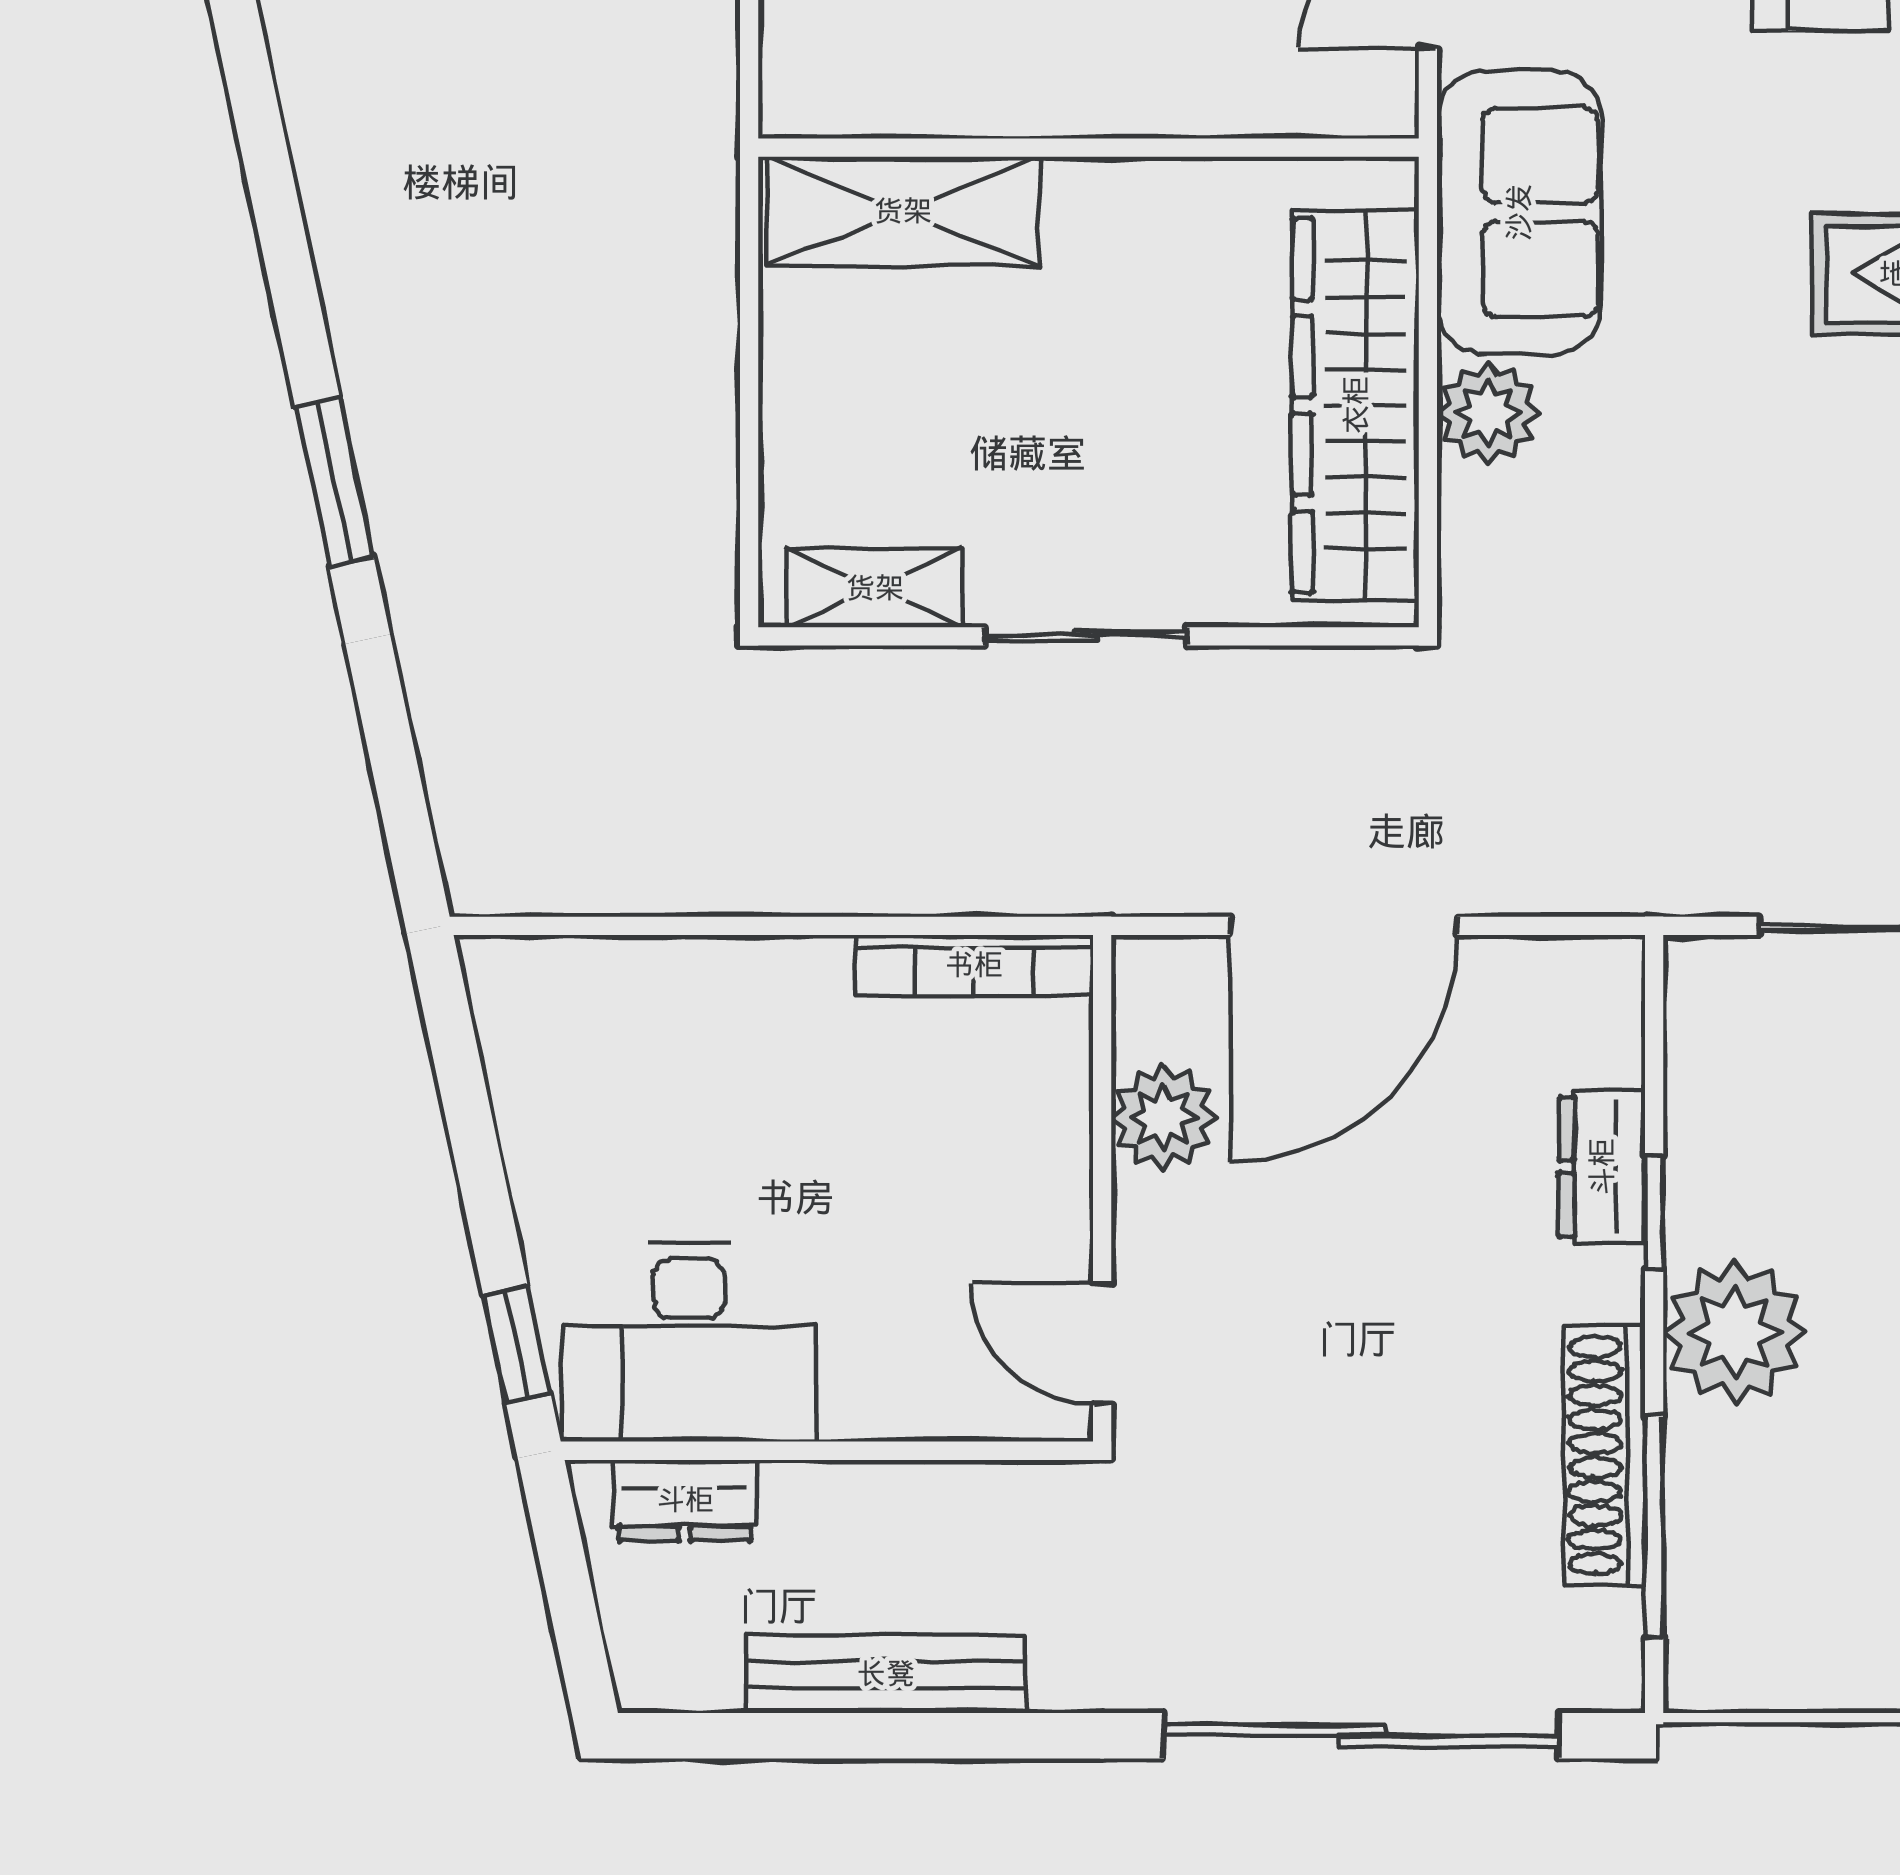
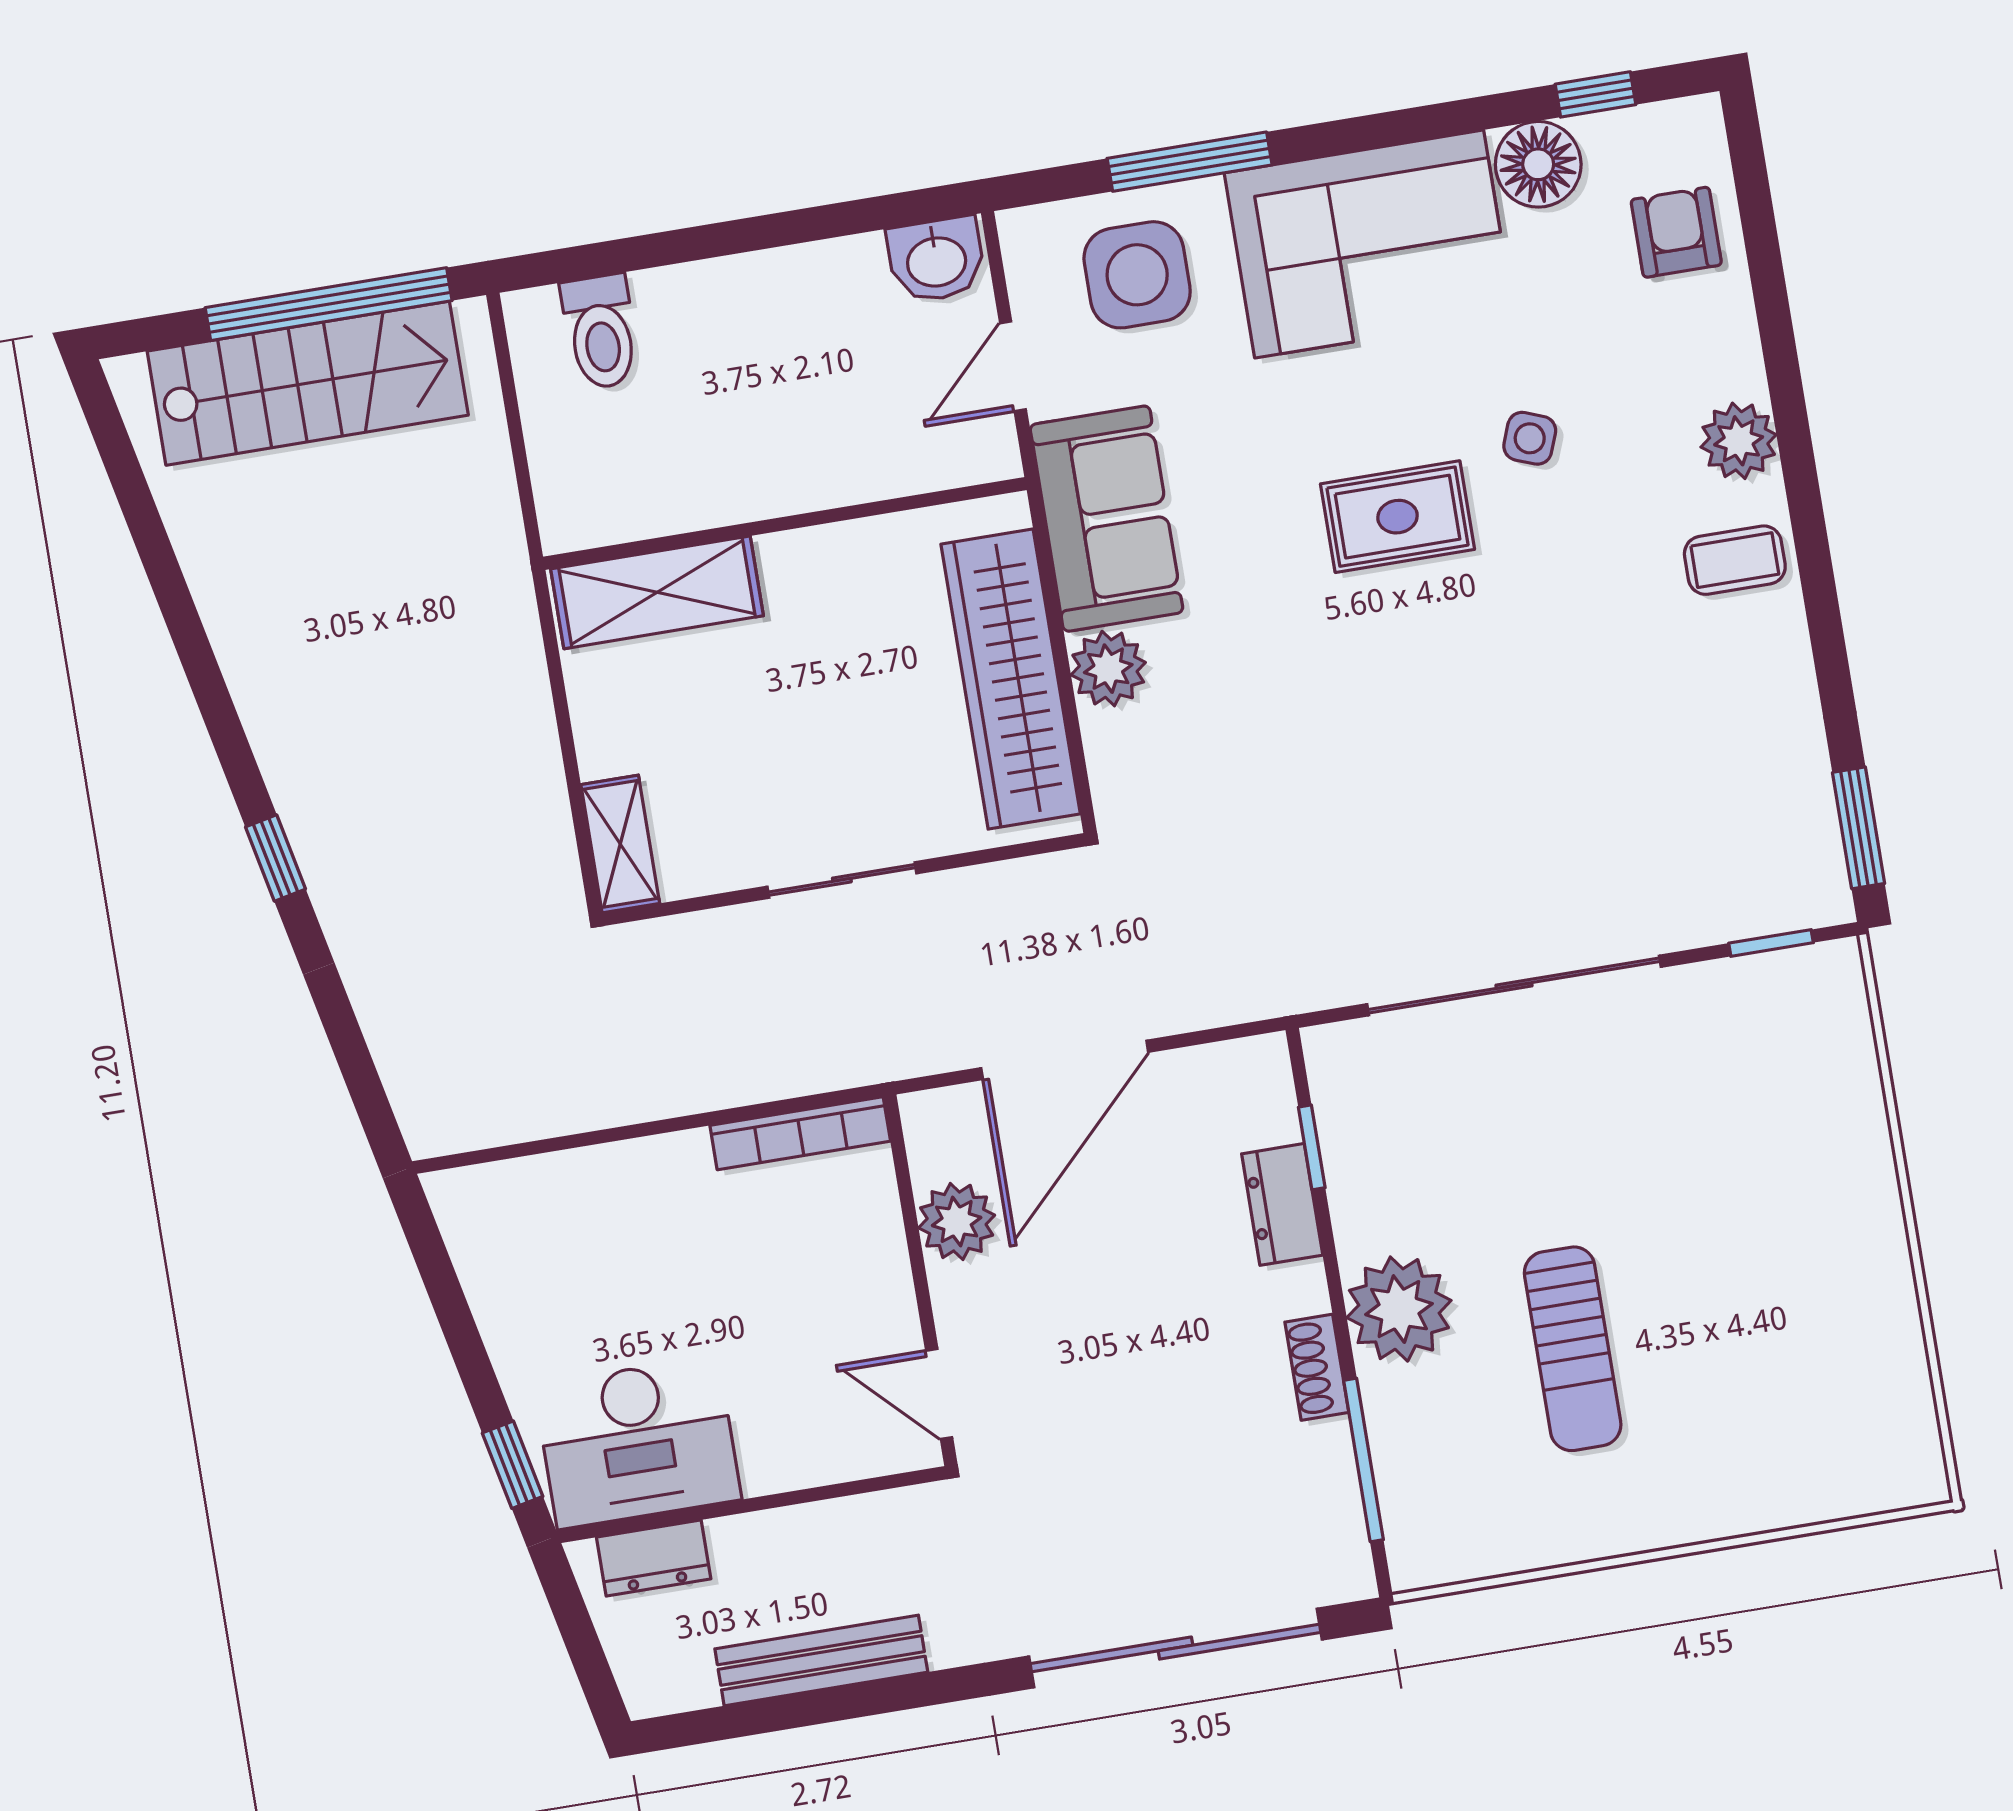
window: (334, 482) -> (275, 858), width x0.67
shelving: (875, 588) -> (620, 844), moved, turned 90
window: (1654, 1212) -> (1312, 1147), moved
shoe rack: (1605, 1455) -> (1317, 1367), width x0.51, depth x0.81

